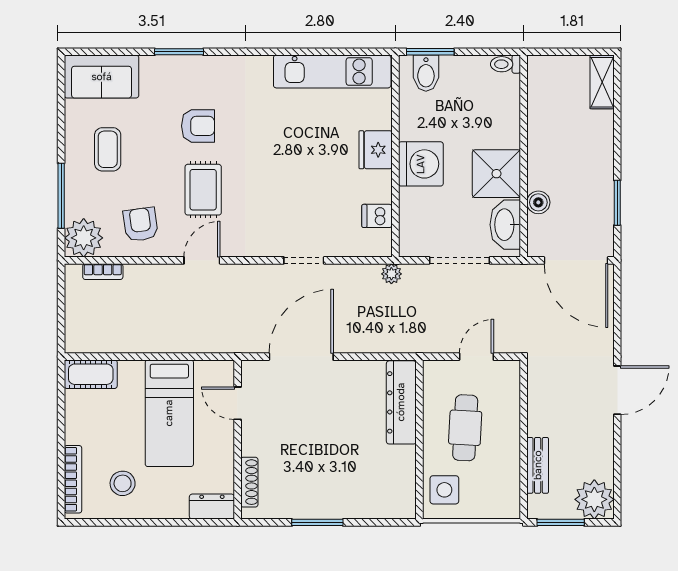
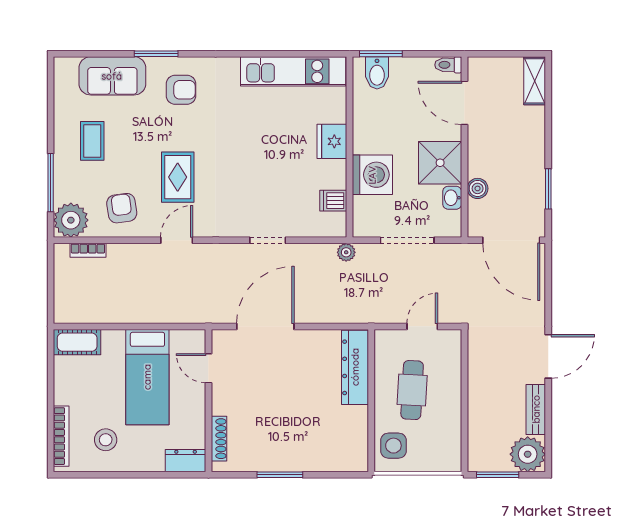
sofa: (102, 77) -> (112, 76), moved
door: (524, 107) -> (464, 103), added
armchair: (198, 126) -> (181, 90), moved
washing machine: (421, 164) -> (372, 175), moved
washbasin: (505, 225) -> (452, 198), width x0.52, depth x0.69
bench: (538, 465) -> (536, 409), moved

